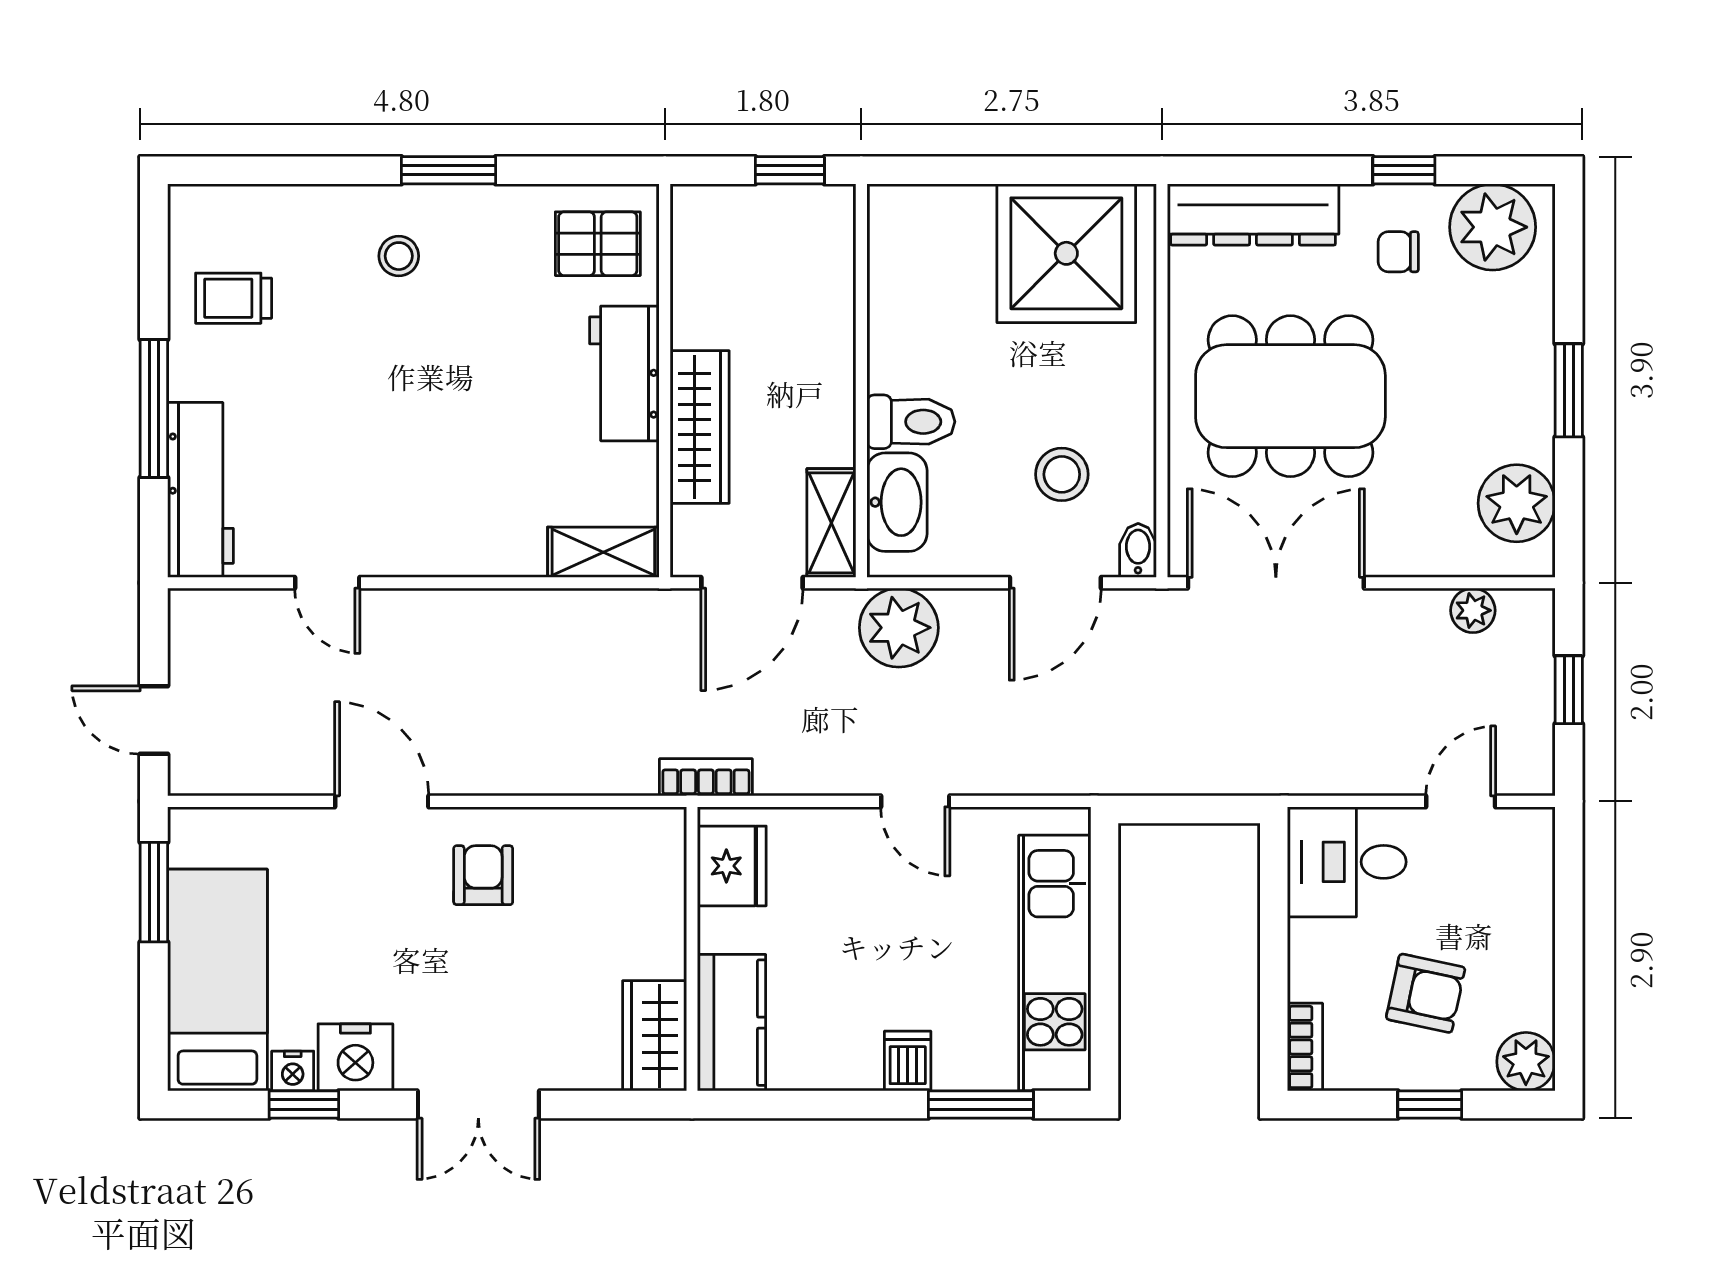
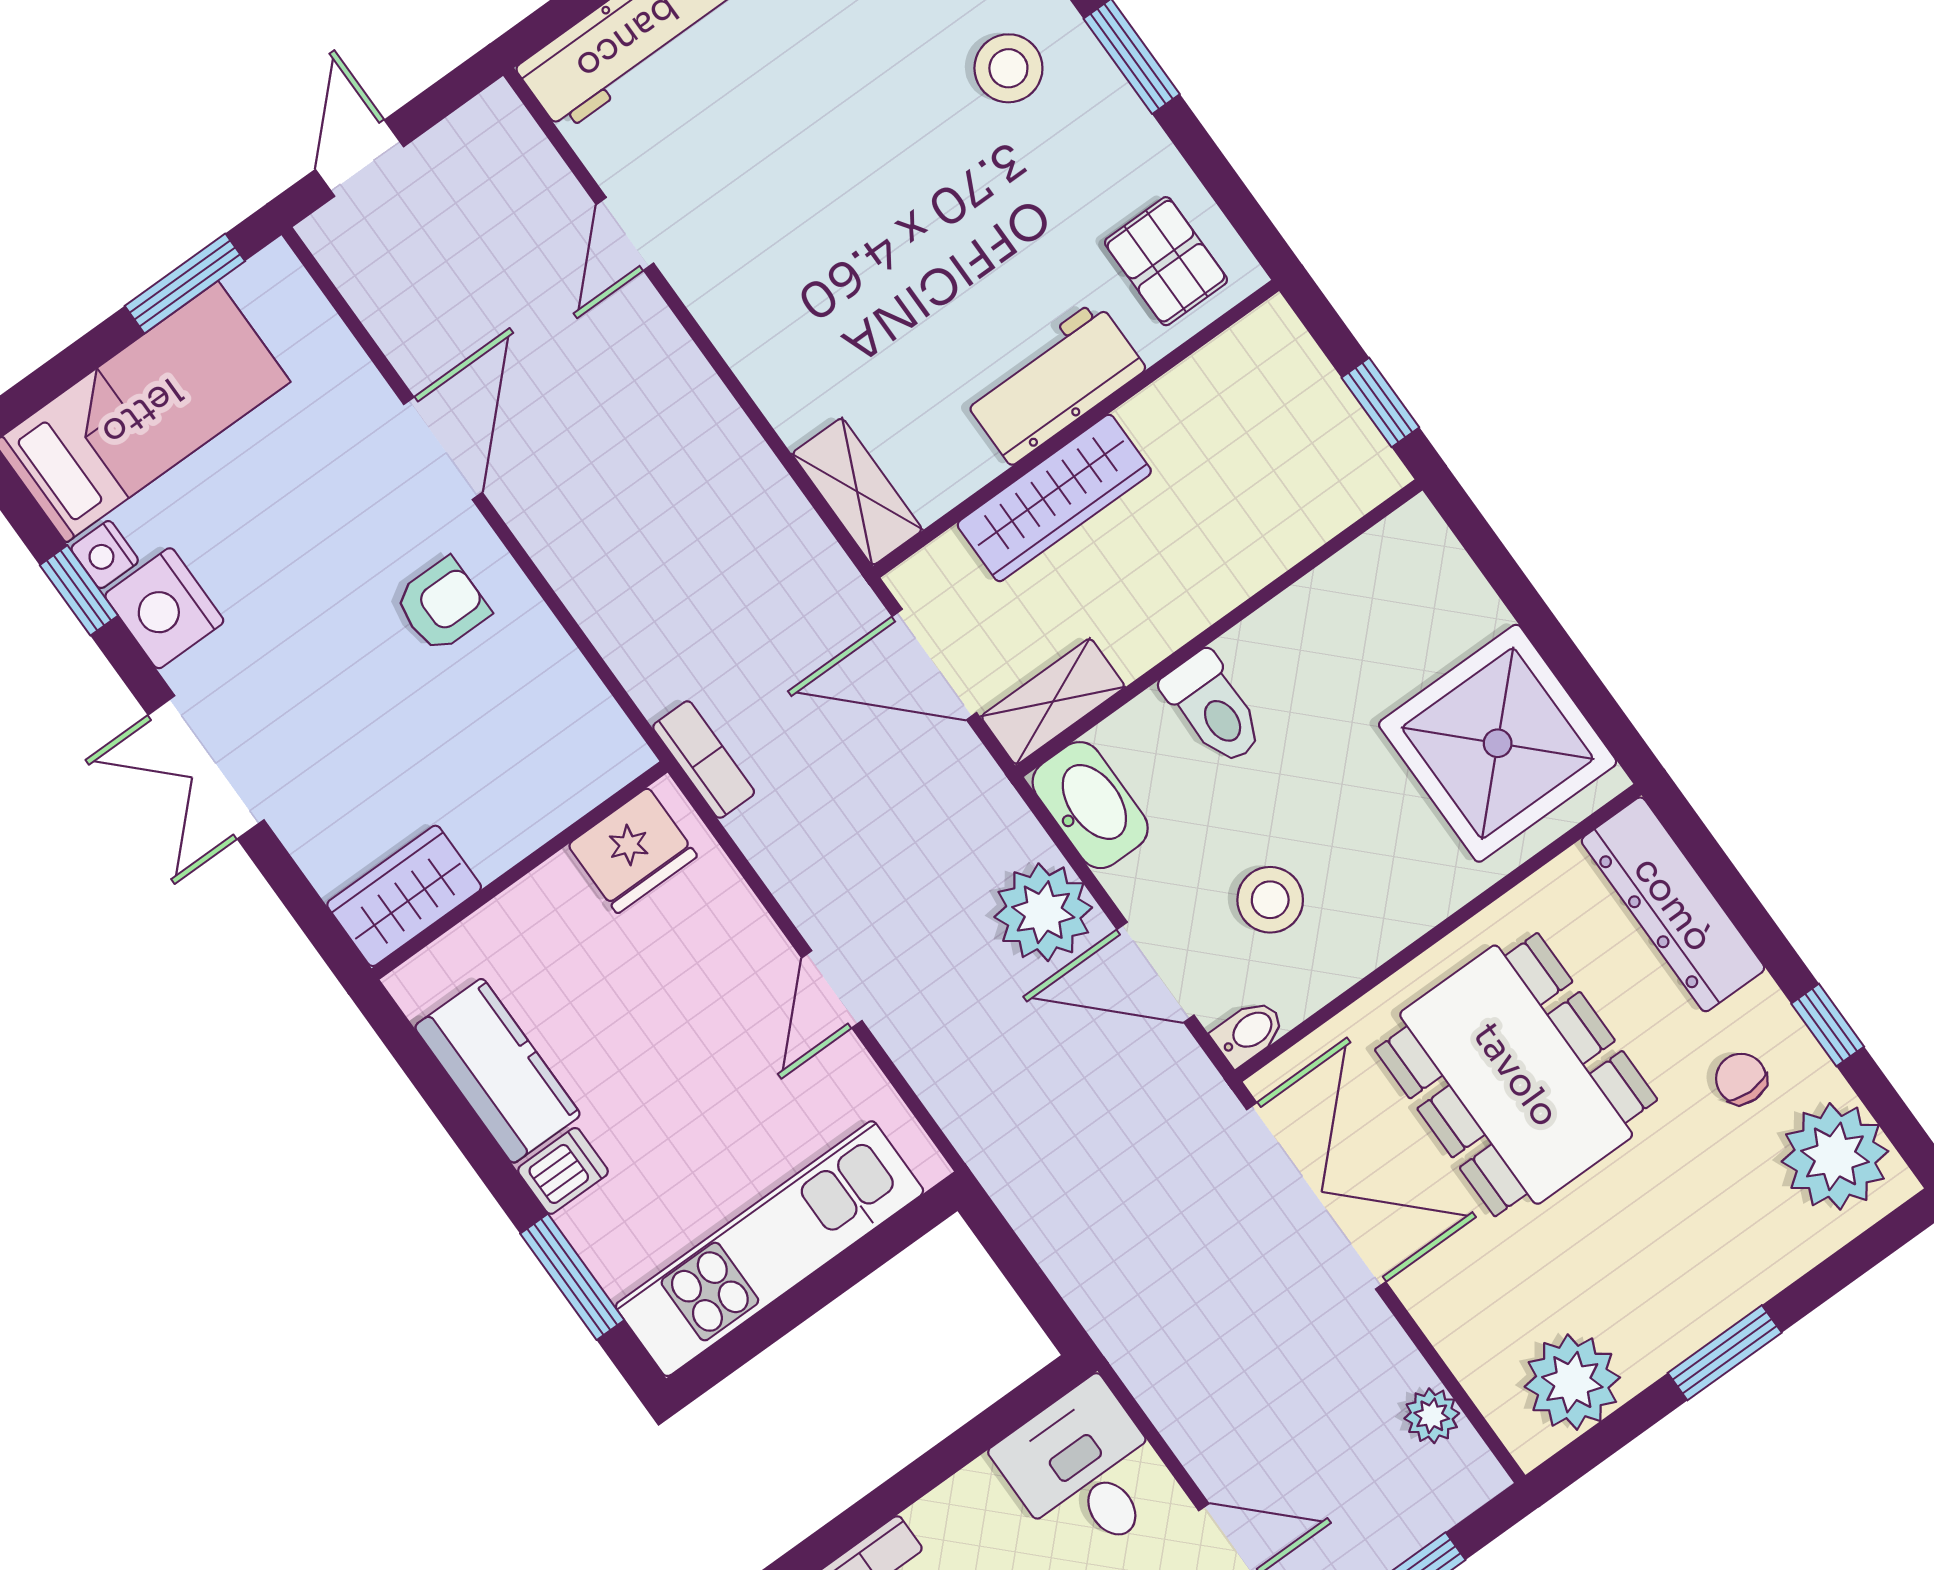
stool: (399, 256) -> (1008, 68), width x1.37, depth x1.37
washbasin: (897, 502) -> (1090, 805), moved, turned -90
plant: (899, 628) -> (1043, 912), moved
kitchen counter: (732, 1023) -> (498, 1071), moved, turned -90

